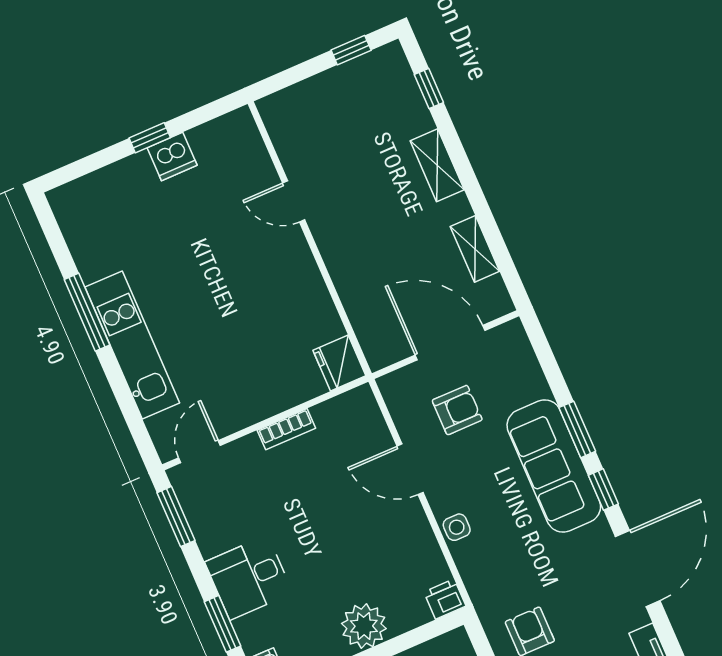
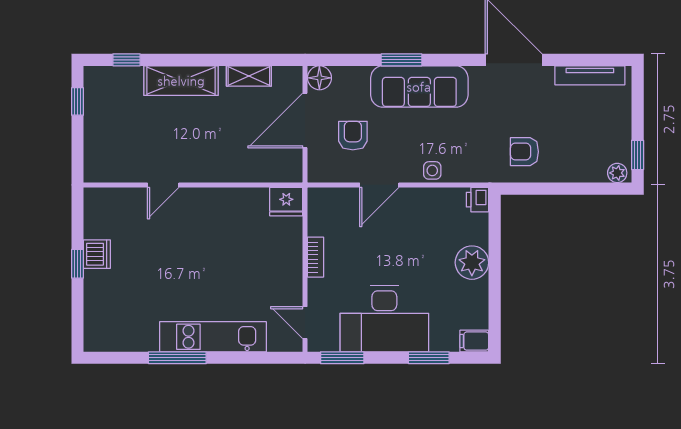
shelving: (437, 165) -> (181, 81), width x1.50, depth x1.33
floor lamp: (511, 337) -> (319, 78), added
window: (603, 490) -> (450, 60), removed
desk: (249, 577) -> (384, 319), width x1.87, depth x1.30

